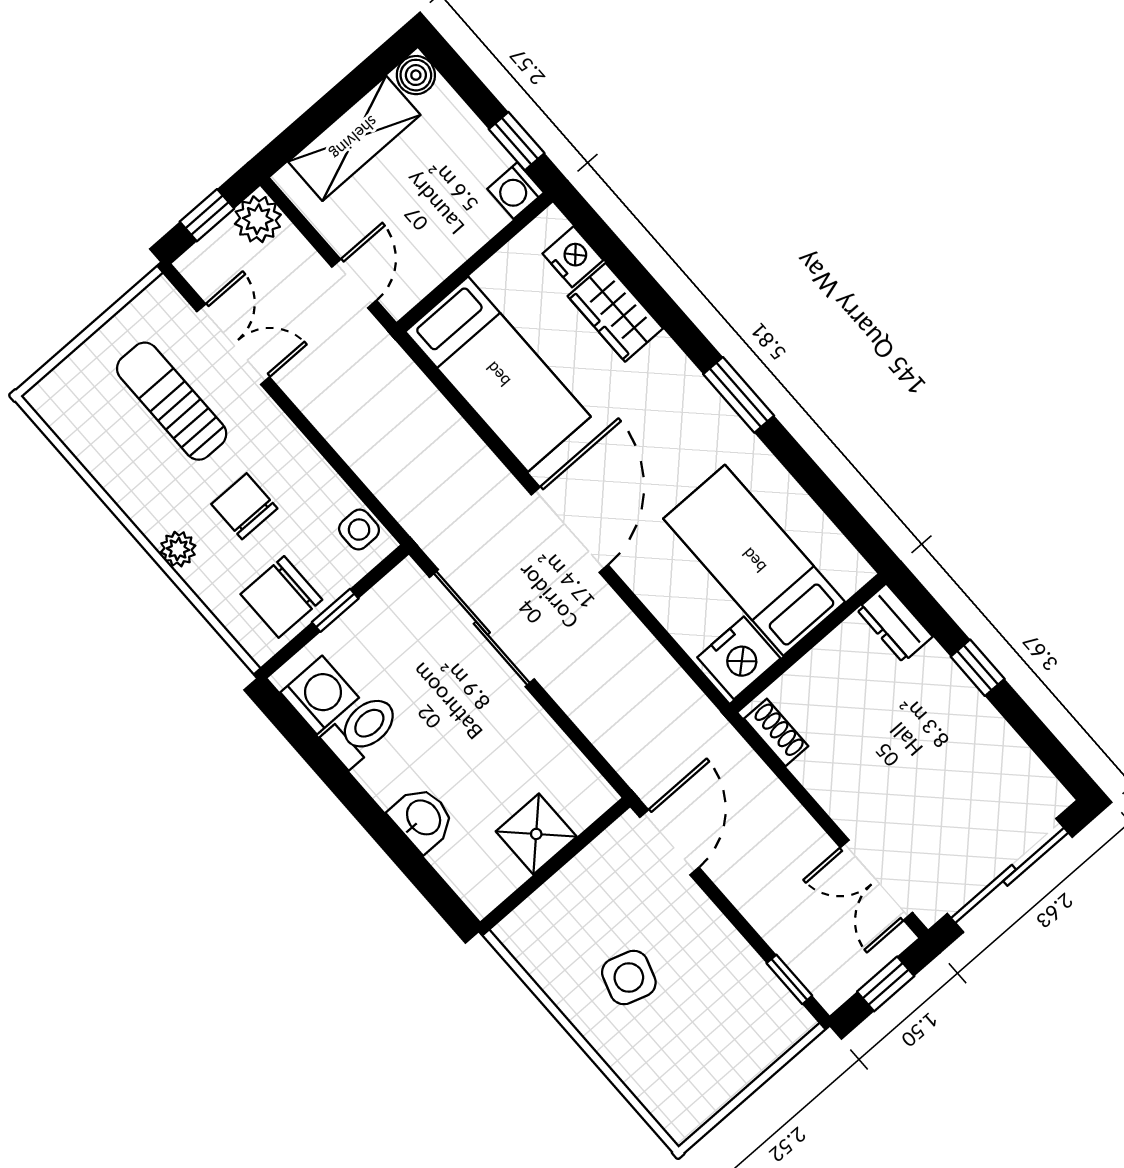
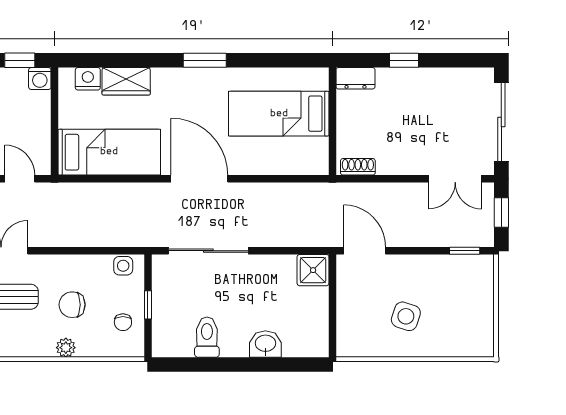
chair: (281, 597) -> (123, 322), width x0.54, depth x0.54
nightstand: (739, 658) -> (314, 155), removed
washing machine: (320, 695) -> (177, 342), removed
shower: (536, 834) -> (313, 270), moved

